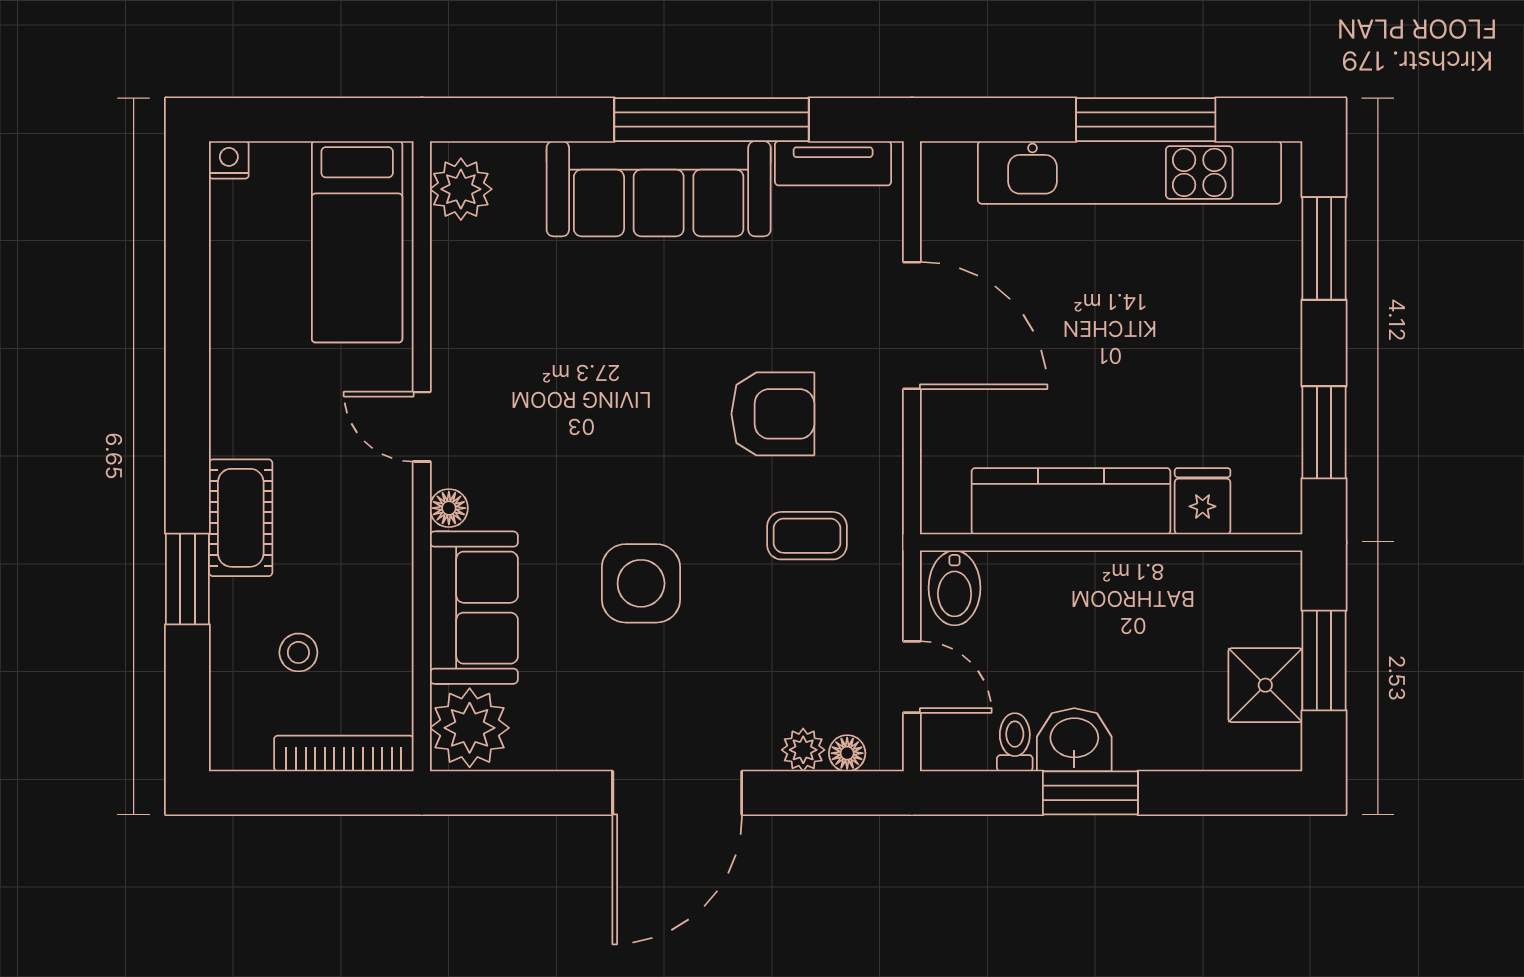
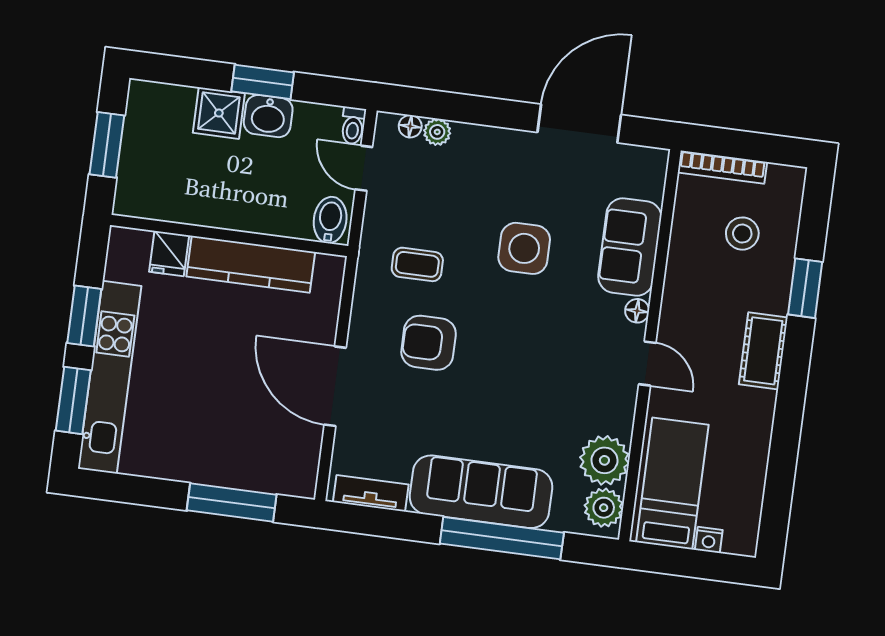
window: (711, 120) -> (502, 538), moved
window: (1146, 120) -> (232, 503), moved
nightstand: (229, 160) -> (709, 540), moved
kitchen unit: (1130, 172) -> (110, 377), moved, turned 90
window: (1324, 432) -> (84, 316), moved
cot: (241, 518) -> (763, 351), moved
stool: (298, 652) -> (742, 234), width x1.37, depth x1.37
shower: (1265, 685) -> (219, 113), moved
plant: (470, 728) -> (604, 460), moved
toilet: (1015, 742) -> (353, 126), moved
door: (677, 793) -> (579, 123), moved

